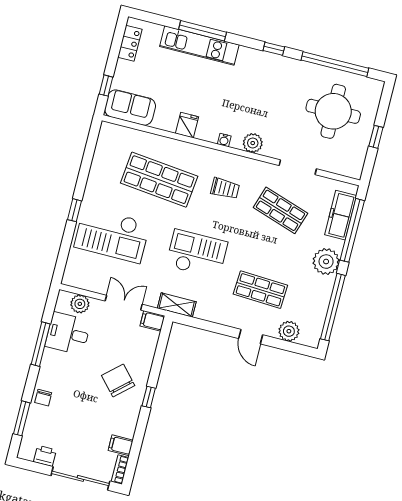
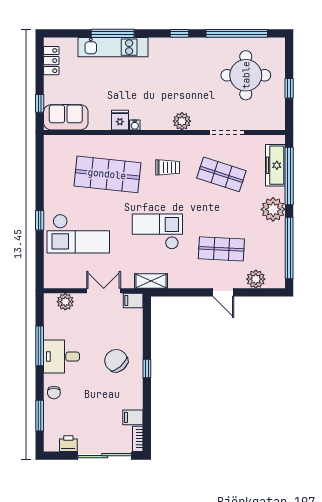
water cooler: (224, 140) -> (135, 125), moved
desk: (68, 334) -> (61, 357), moved

